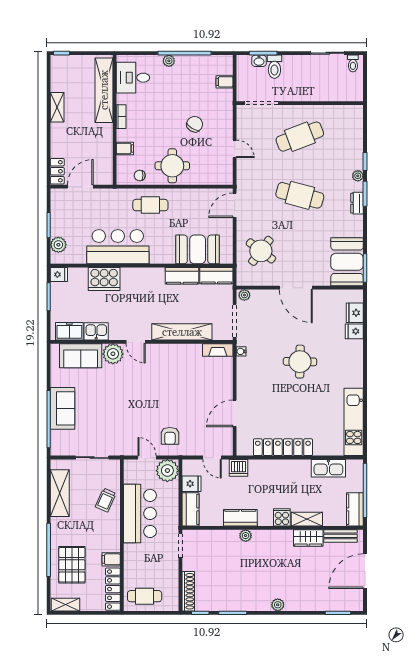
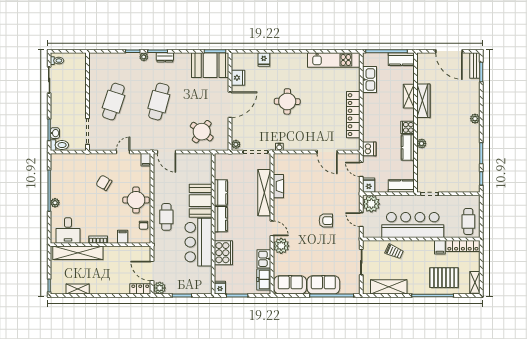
toilet: (274, 67) -> (60, 145), moved
filing cabinet: (225, 82) -> (146, 160), moved
shelving: (57, 107) -> (78, 289), moved
cafe table: (300, 137) -> (113, 102), turned 39
plant: (58, 245) -> (160, 288), moved
booth: (198, 249) -> (201, 201), moved
kitchen counter: (216, 276) -> (221, 219), moved
fridge: (355, 313) -> (238, 78), moved, turned -90
door: (136, 342) -> (272, 228), hinge flipped
fireplace: (218, 350) -> (278, 186), moved
sofa: (81, 356) -> (290, 285), moved, turned -90
armchair: (170, 436) -> (326, 221), moved
door: (147, 458) -> (361, 220), hinge flipped
door: (212, 458) -> (361, 169), swing flipped
fridge: (192, 484) -> (369, 185), moved
bar counter: (140, 513) -> (413, 225), width x1.36
cooker: (282, 517) -> (408, 127), moved
bench: (341, 536) -> (475, 65), moved
wardrobe: (308, 538) -> (423, 101), width x1.50
shoe rack: (188, 591) -> (465, 188), removed

